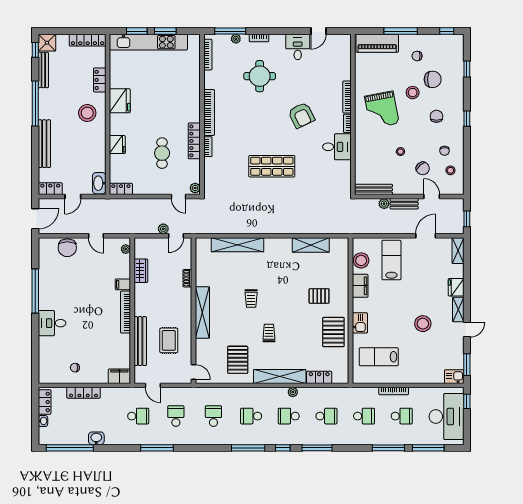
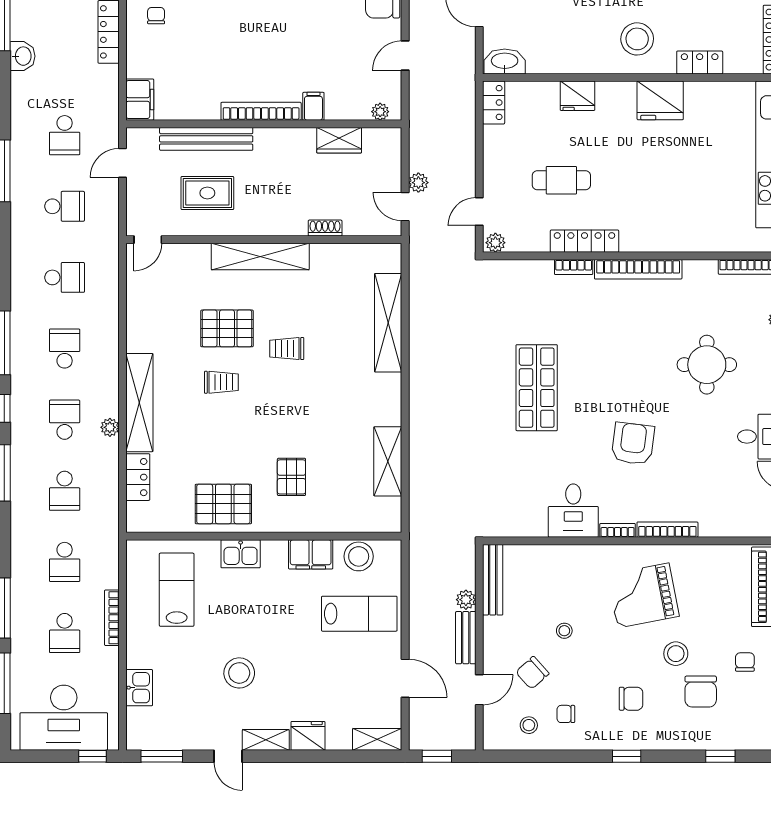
armchair: (301, 115) -> (633, 444), turned 123
pallet: (238, 360) -> (227, 328), moved
kitchen sink: (454, 377) -> (139, 688), moved

